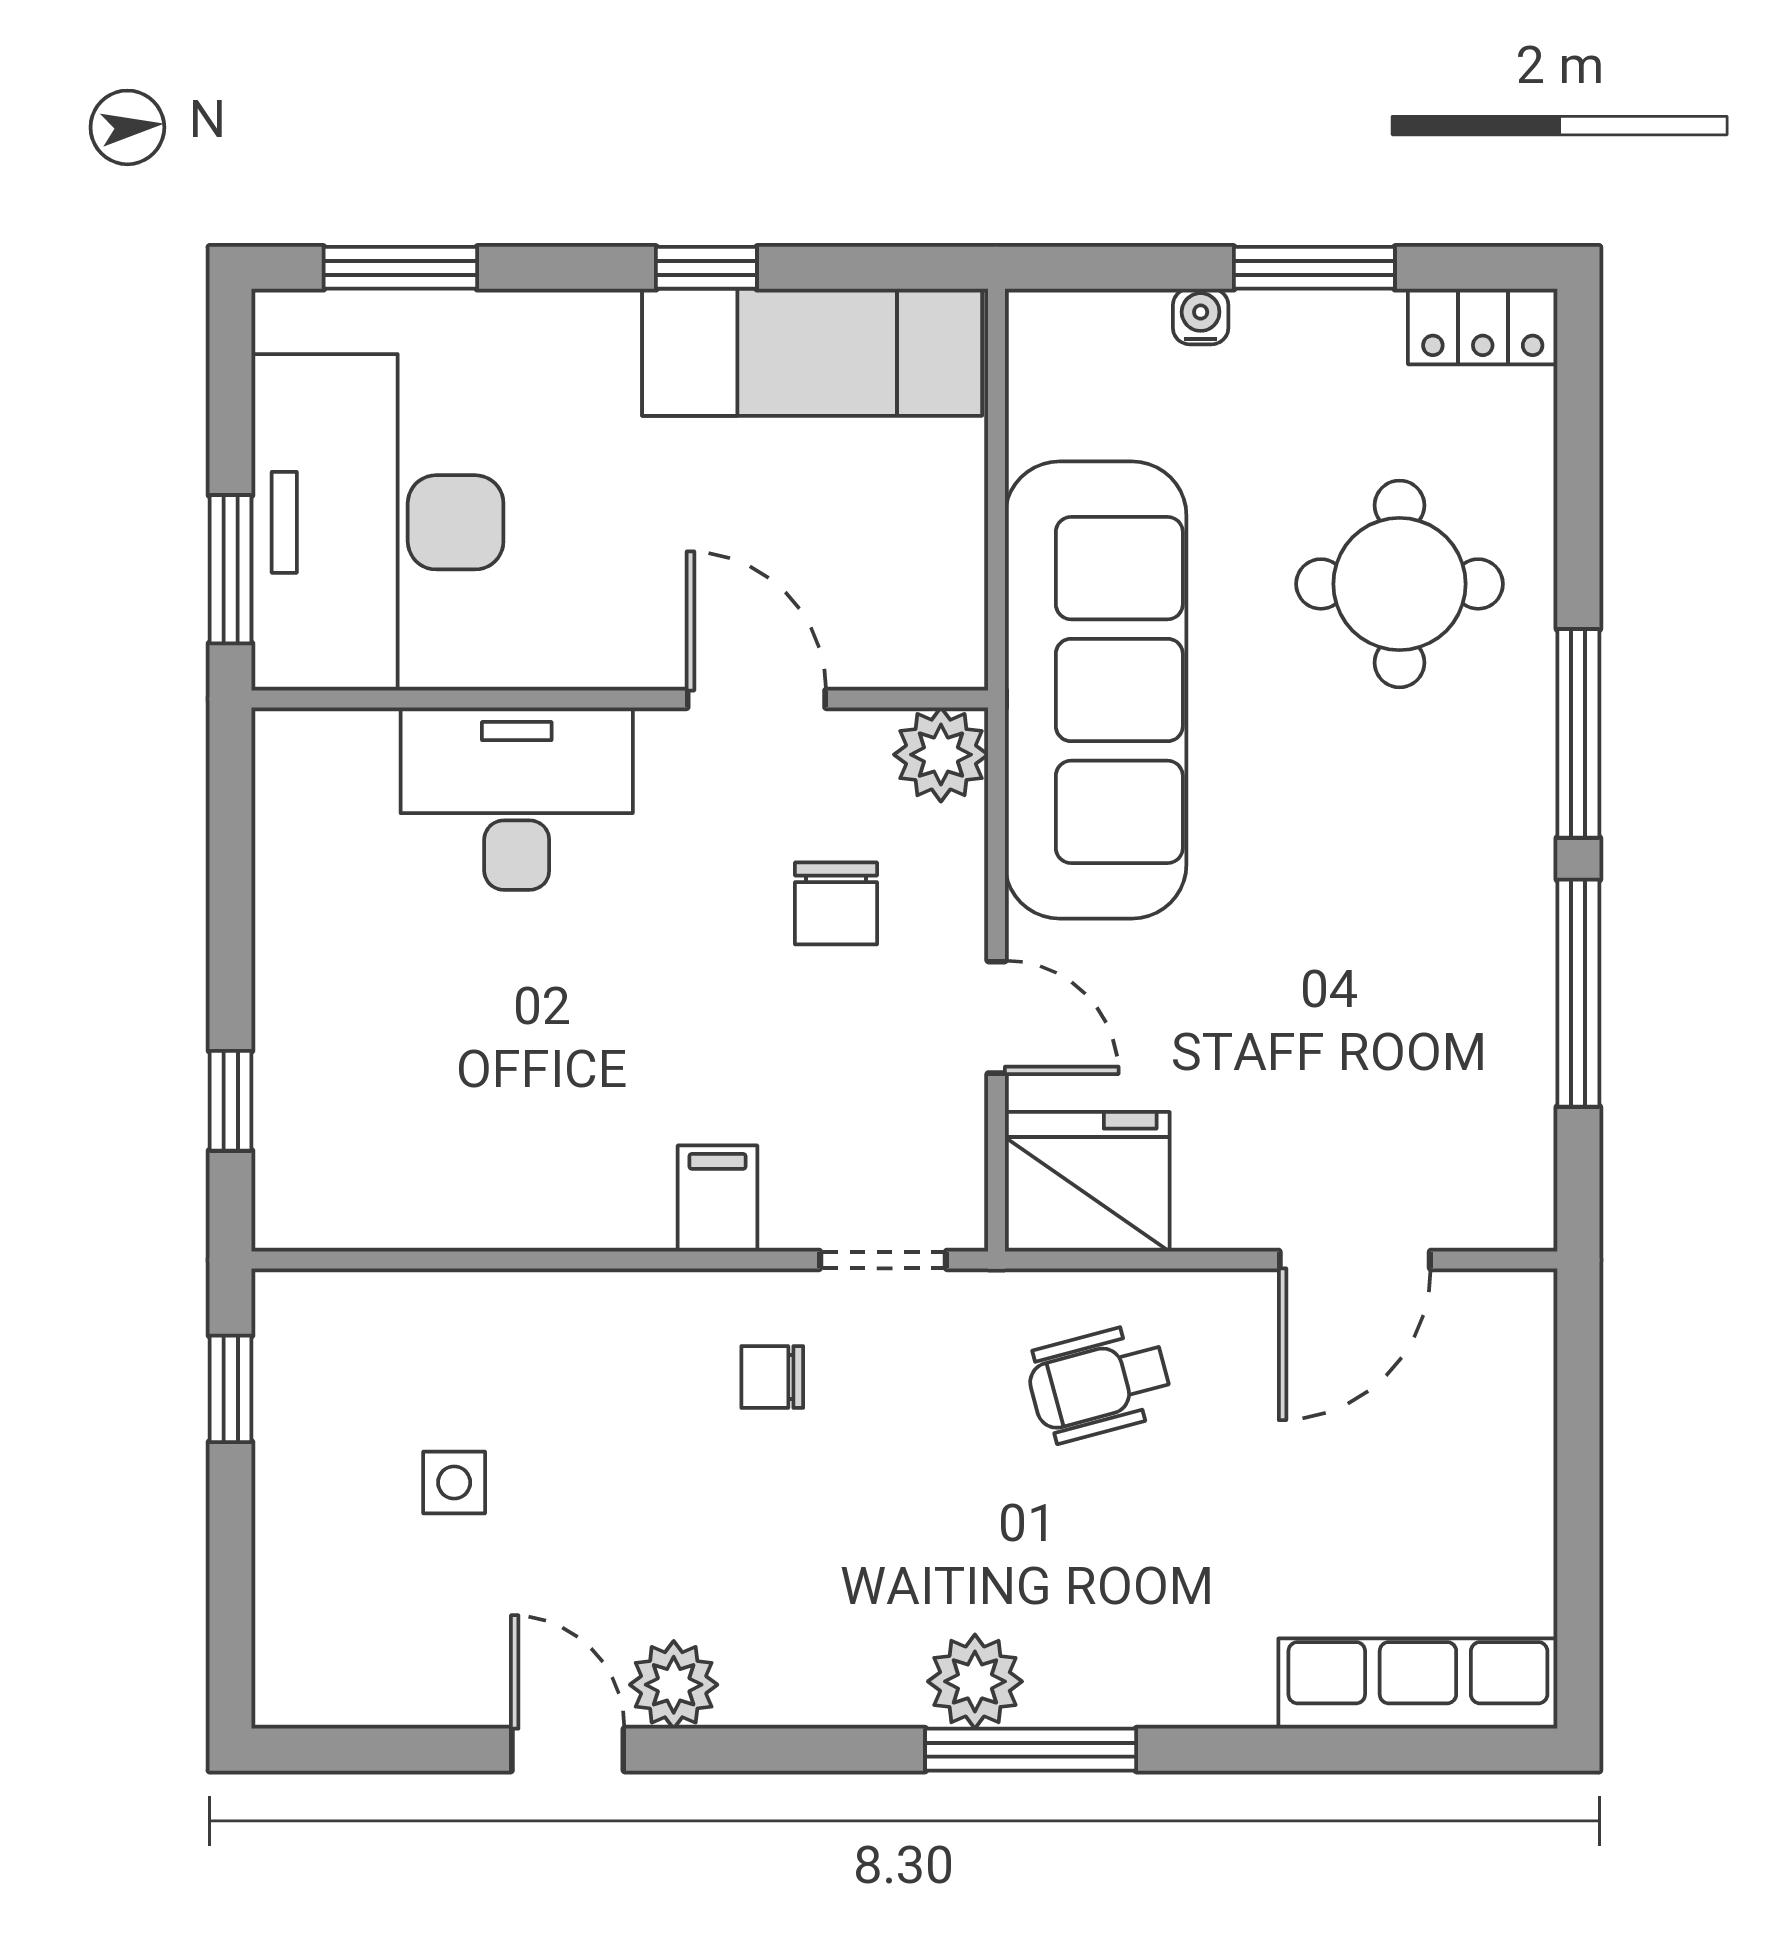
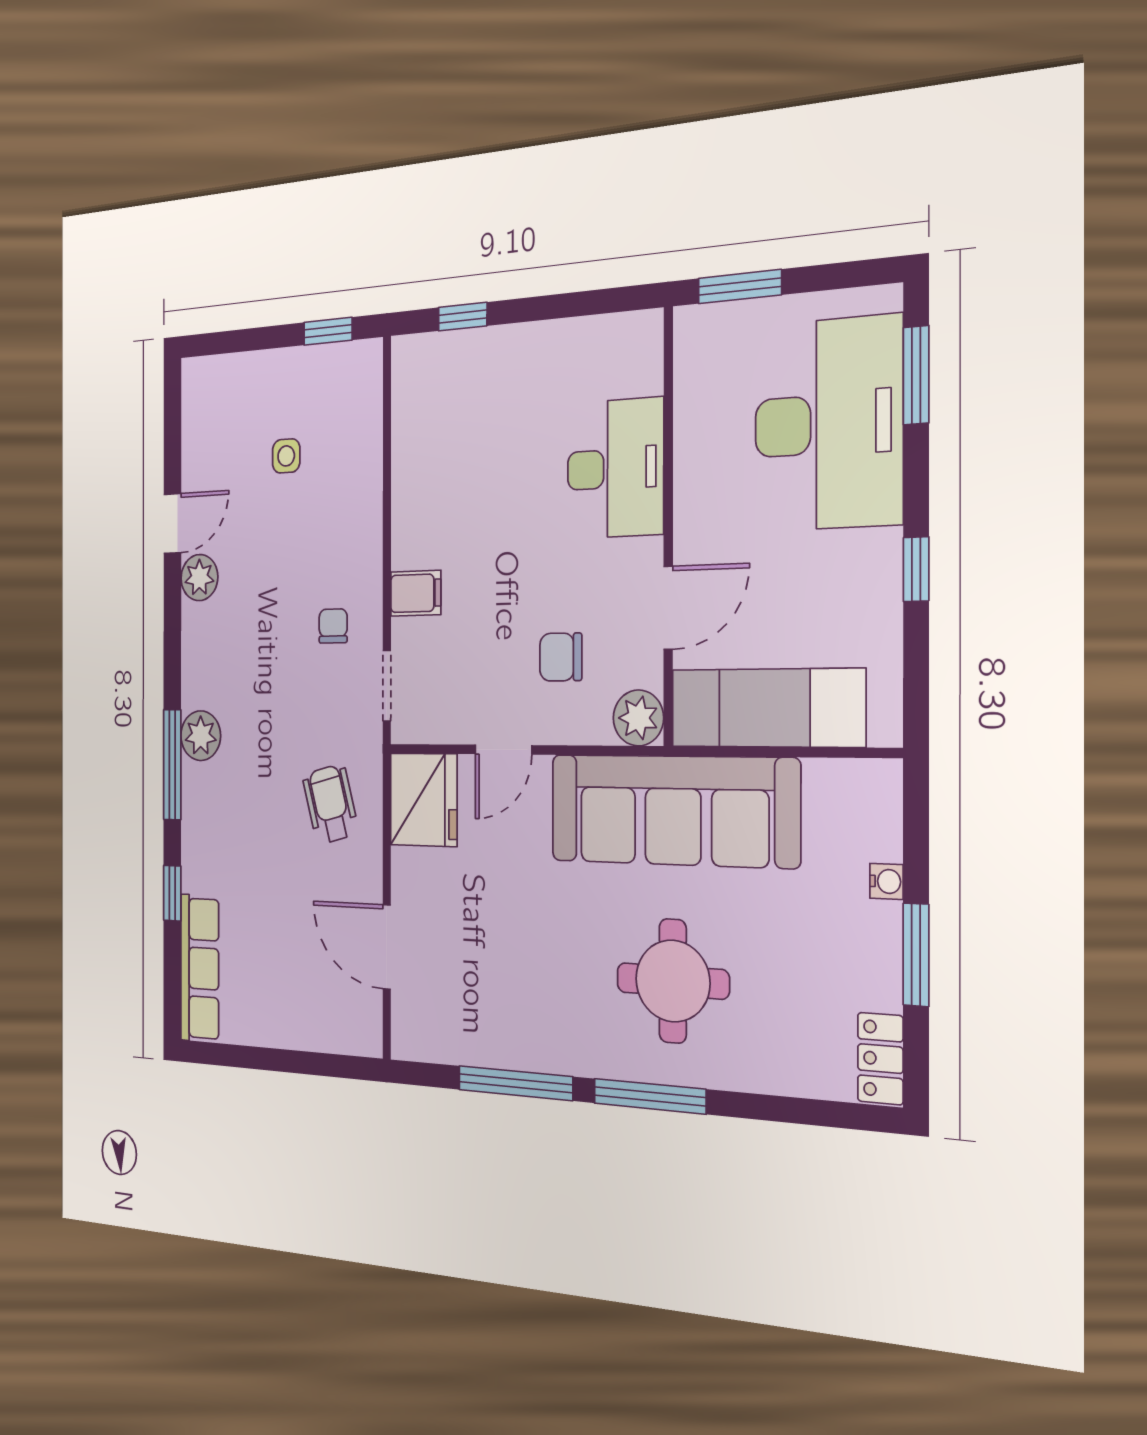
exam couch: (812, 352) -> (767, 708), moved, turned 90
desk: (377, 522) -> (828, 424), moved, turned 90
round table: (1399, 584) -> (673, 981), moved
window: (1277, 1750) -> (172, 893), added

